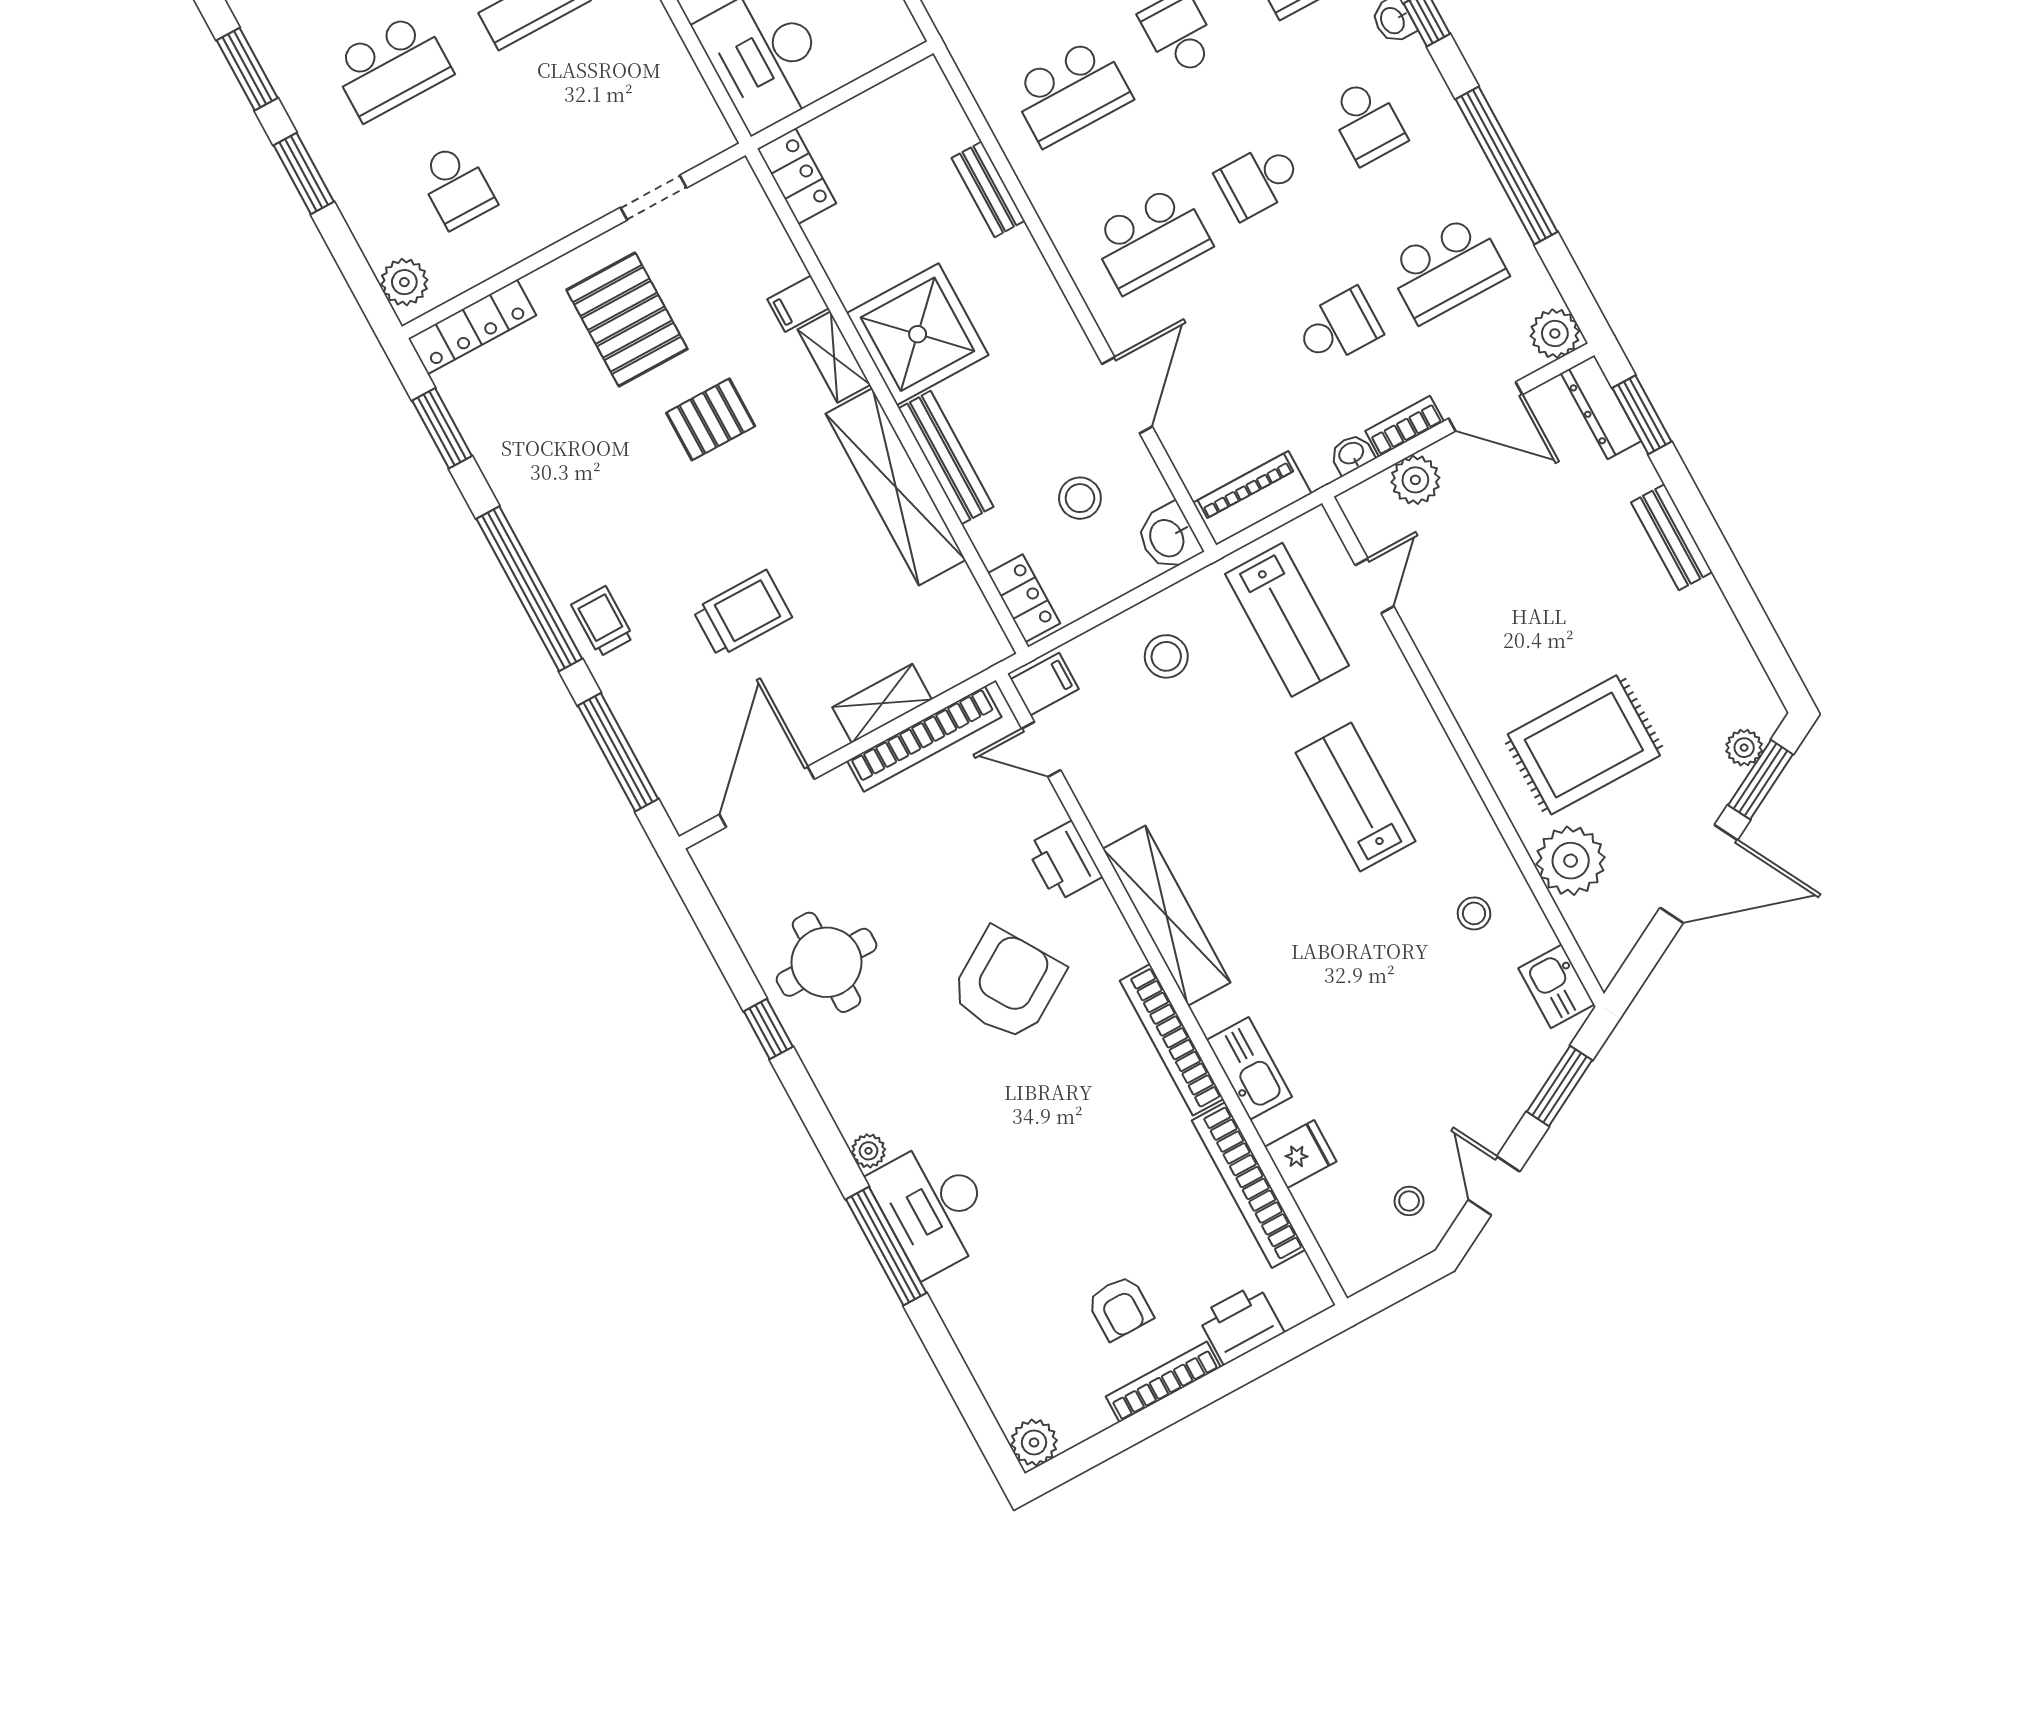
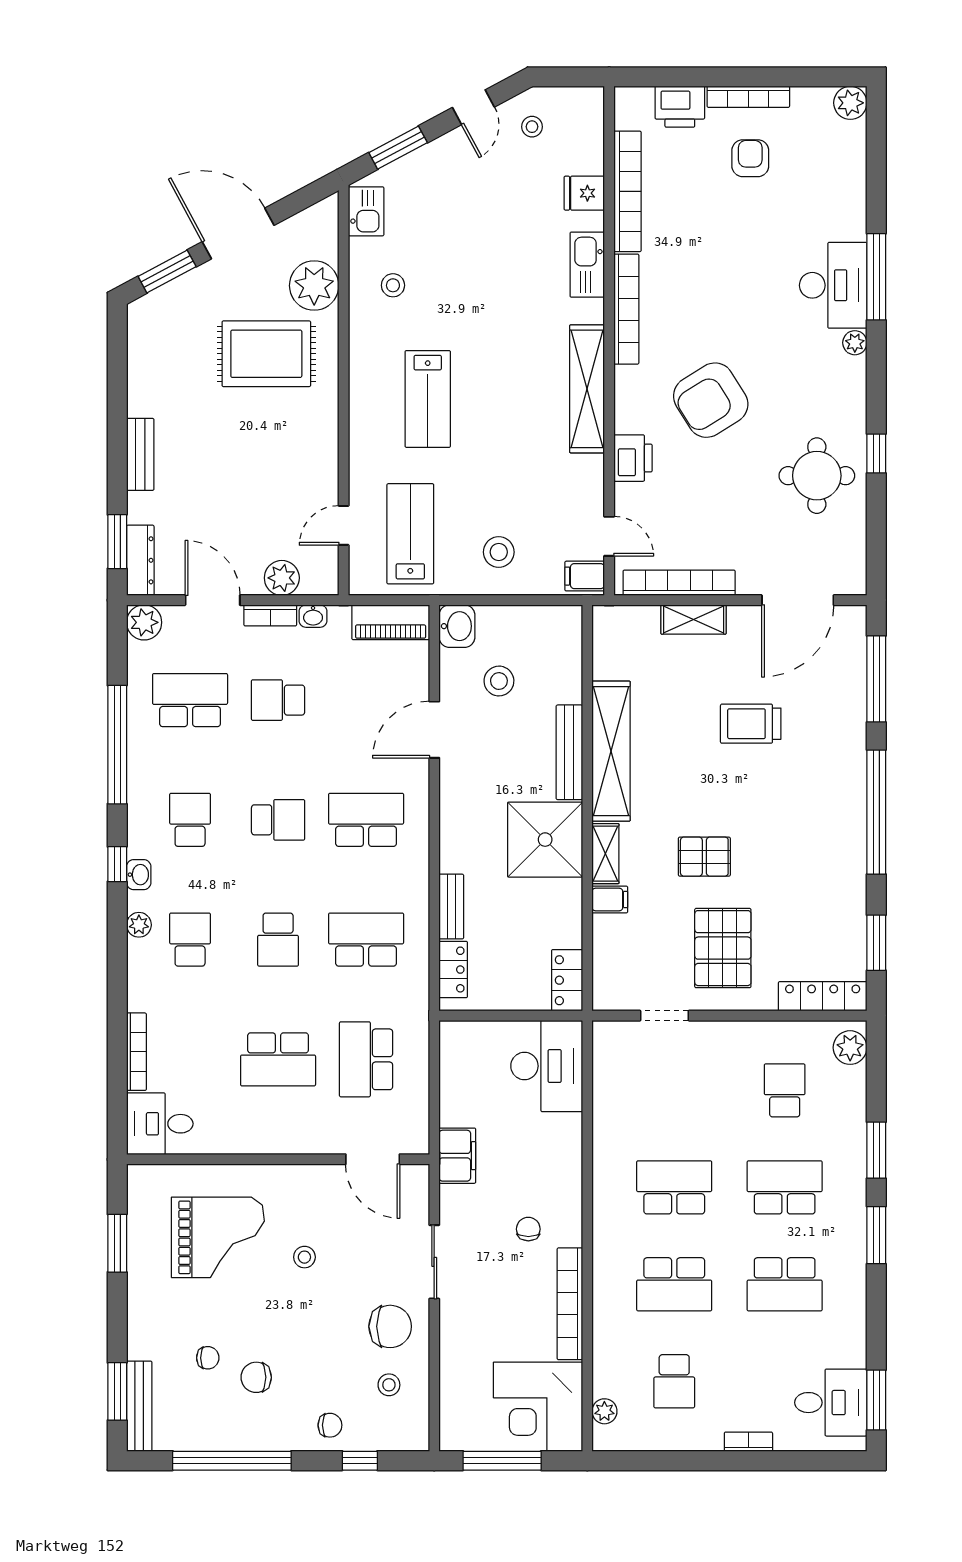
locker: (1024, 598) -> (453, 970), moved, turned 180
trolley: (602, 621) -> (841, 767), removed
plant: (1744, 748) -> (166, 297), removed

